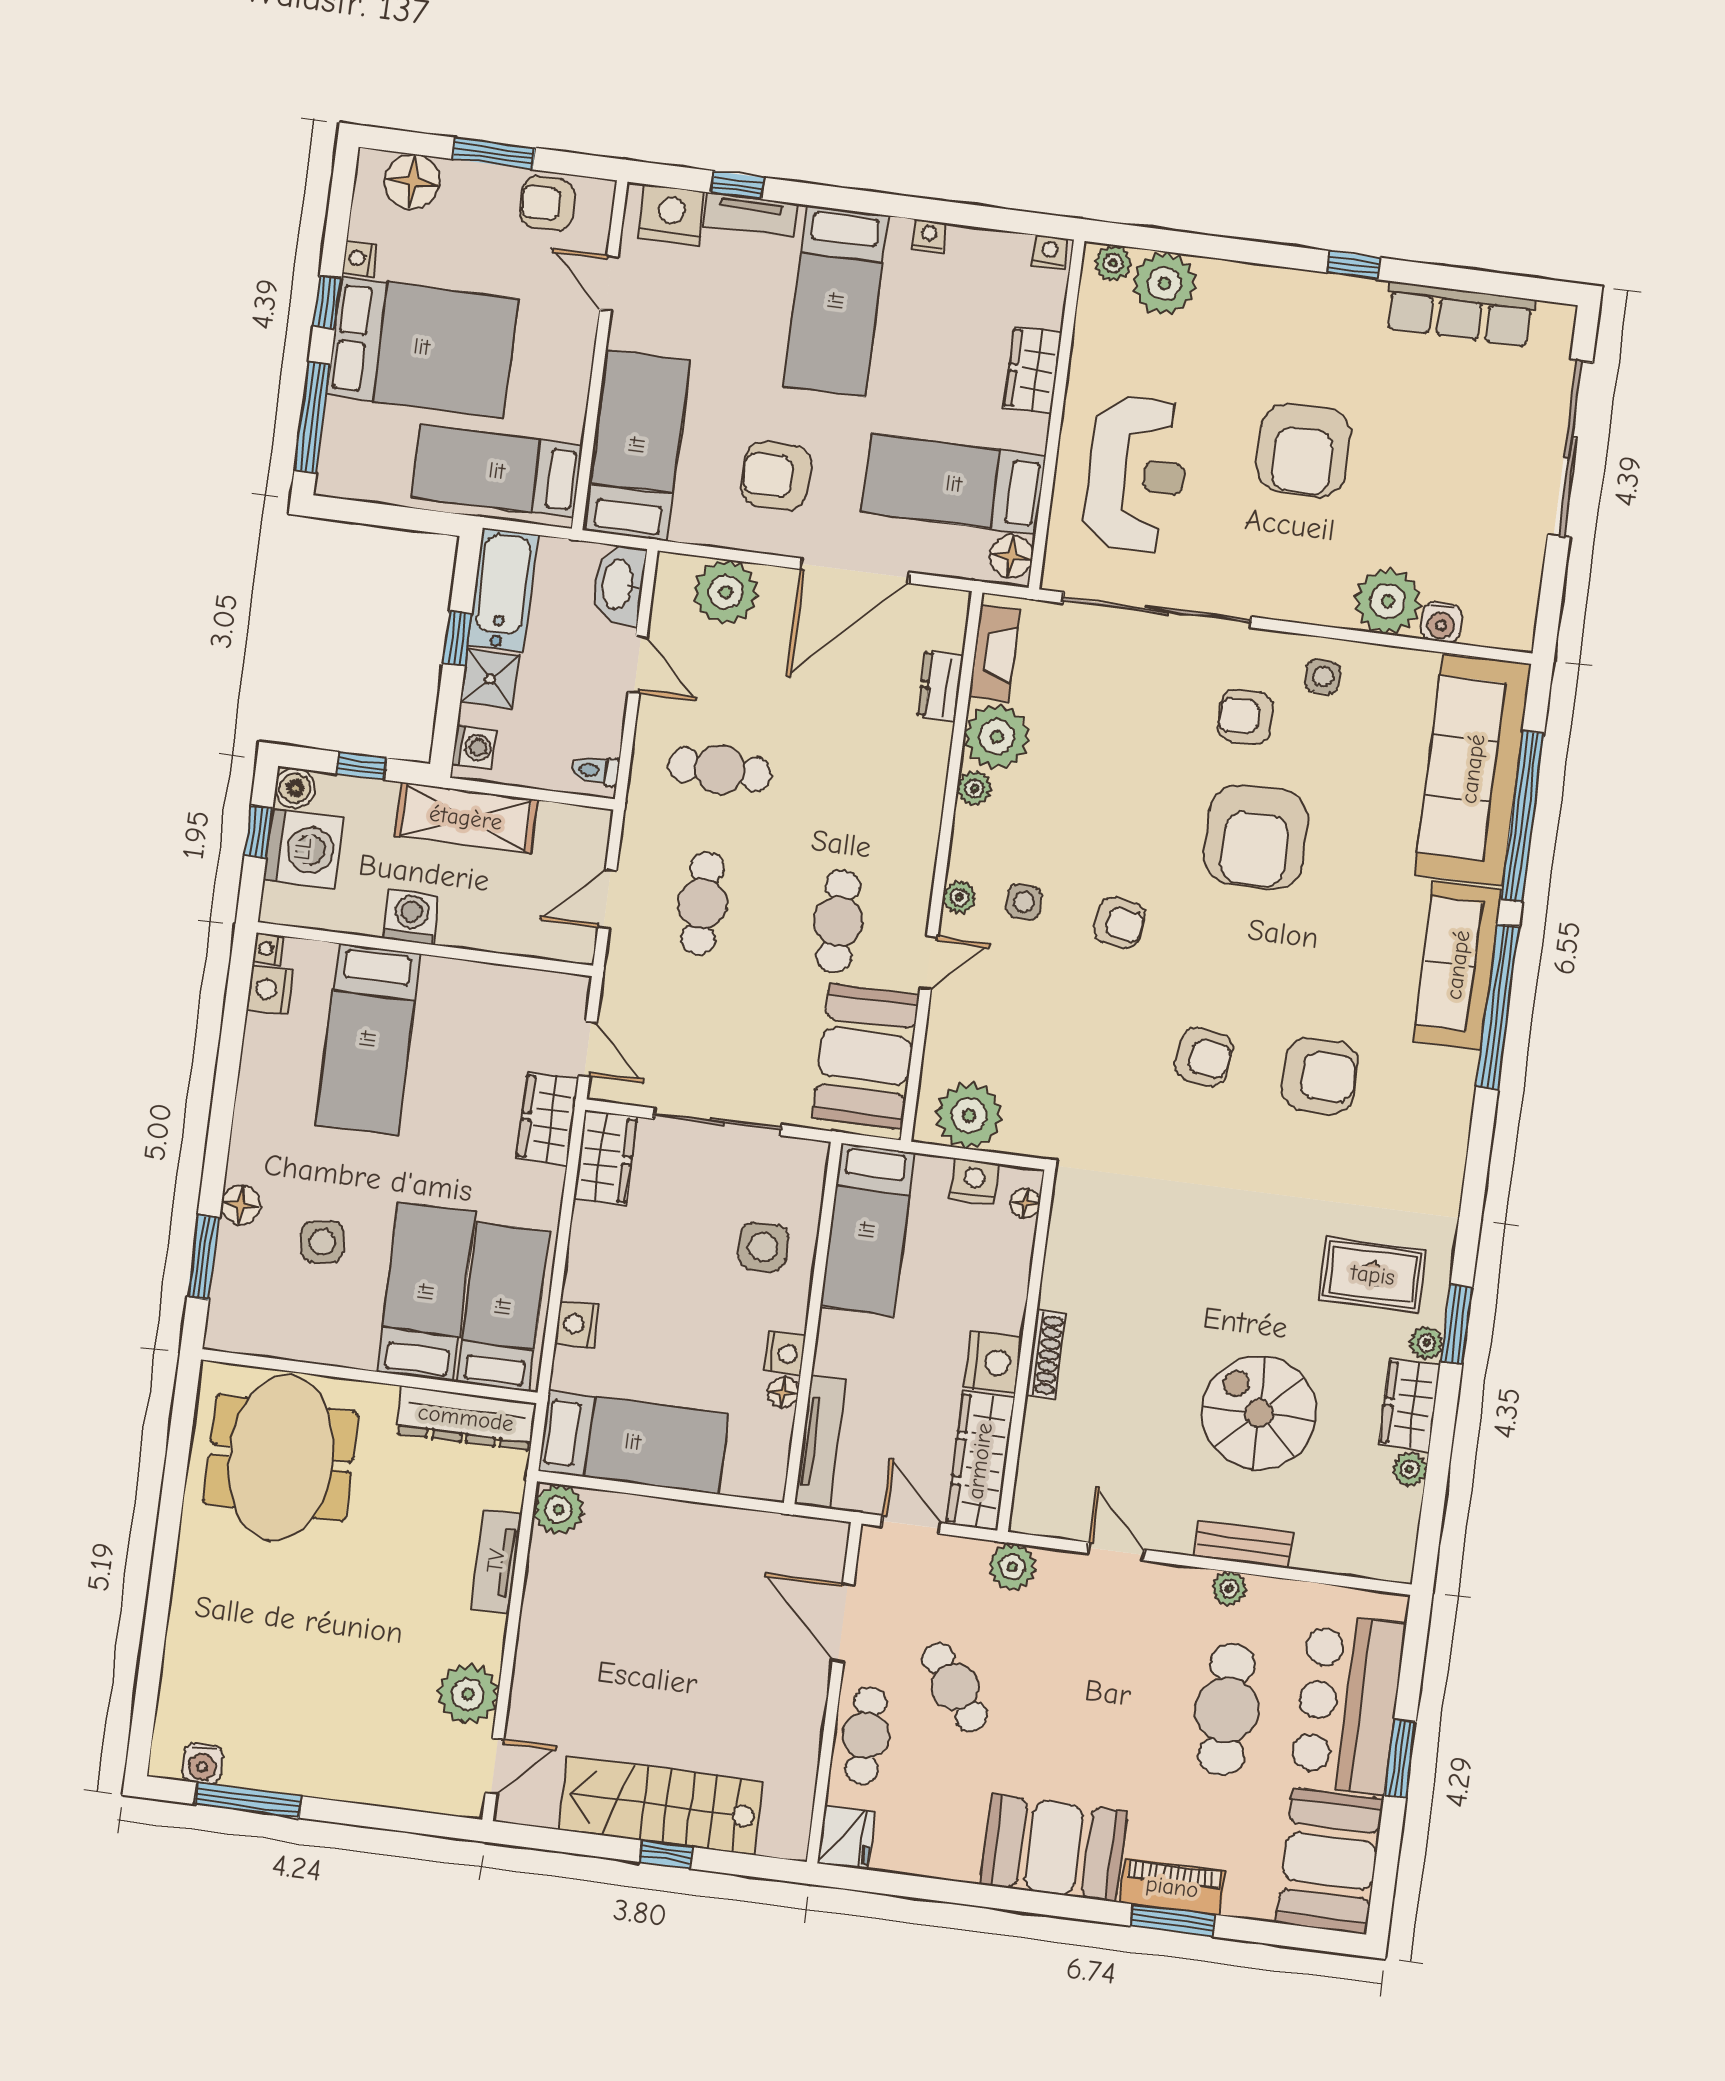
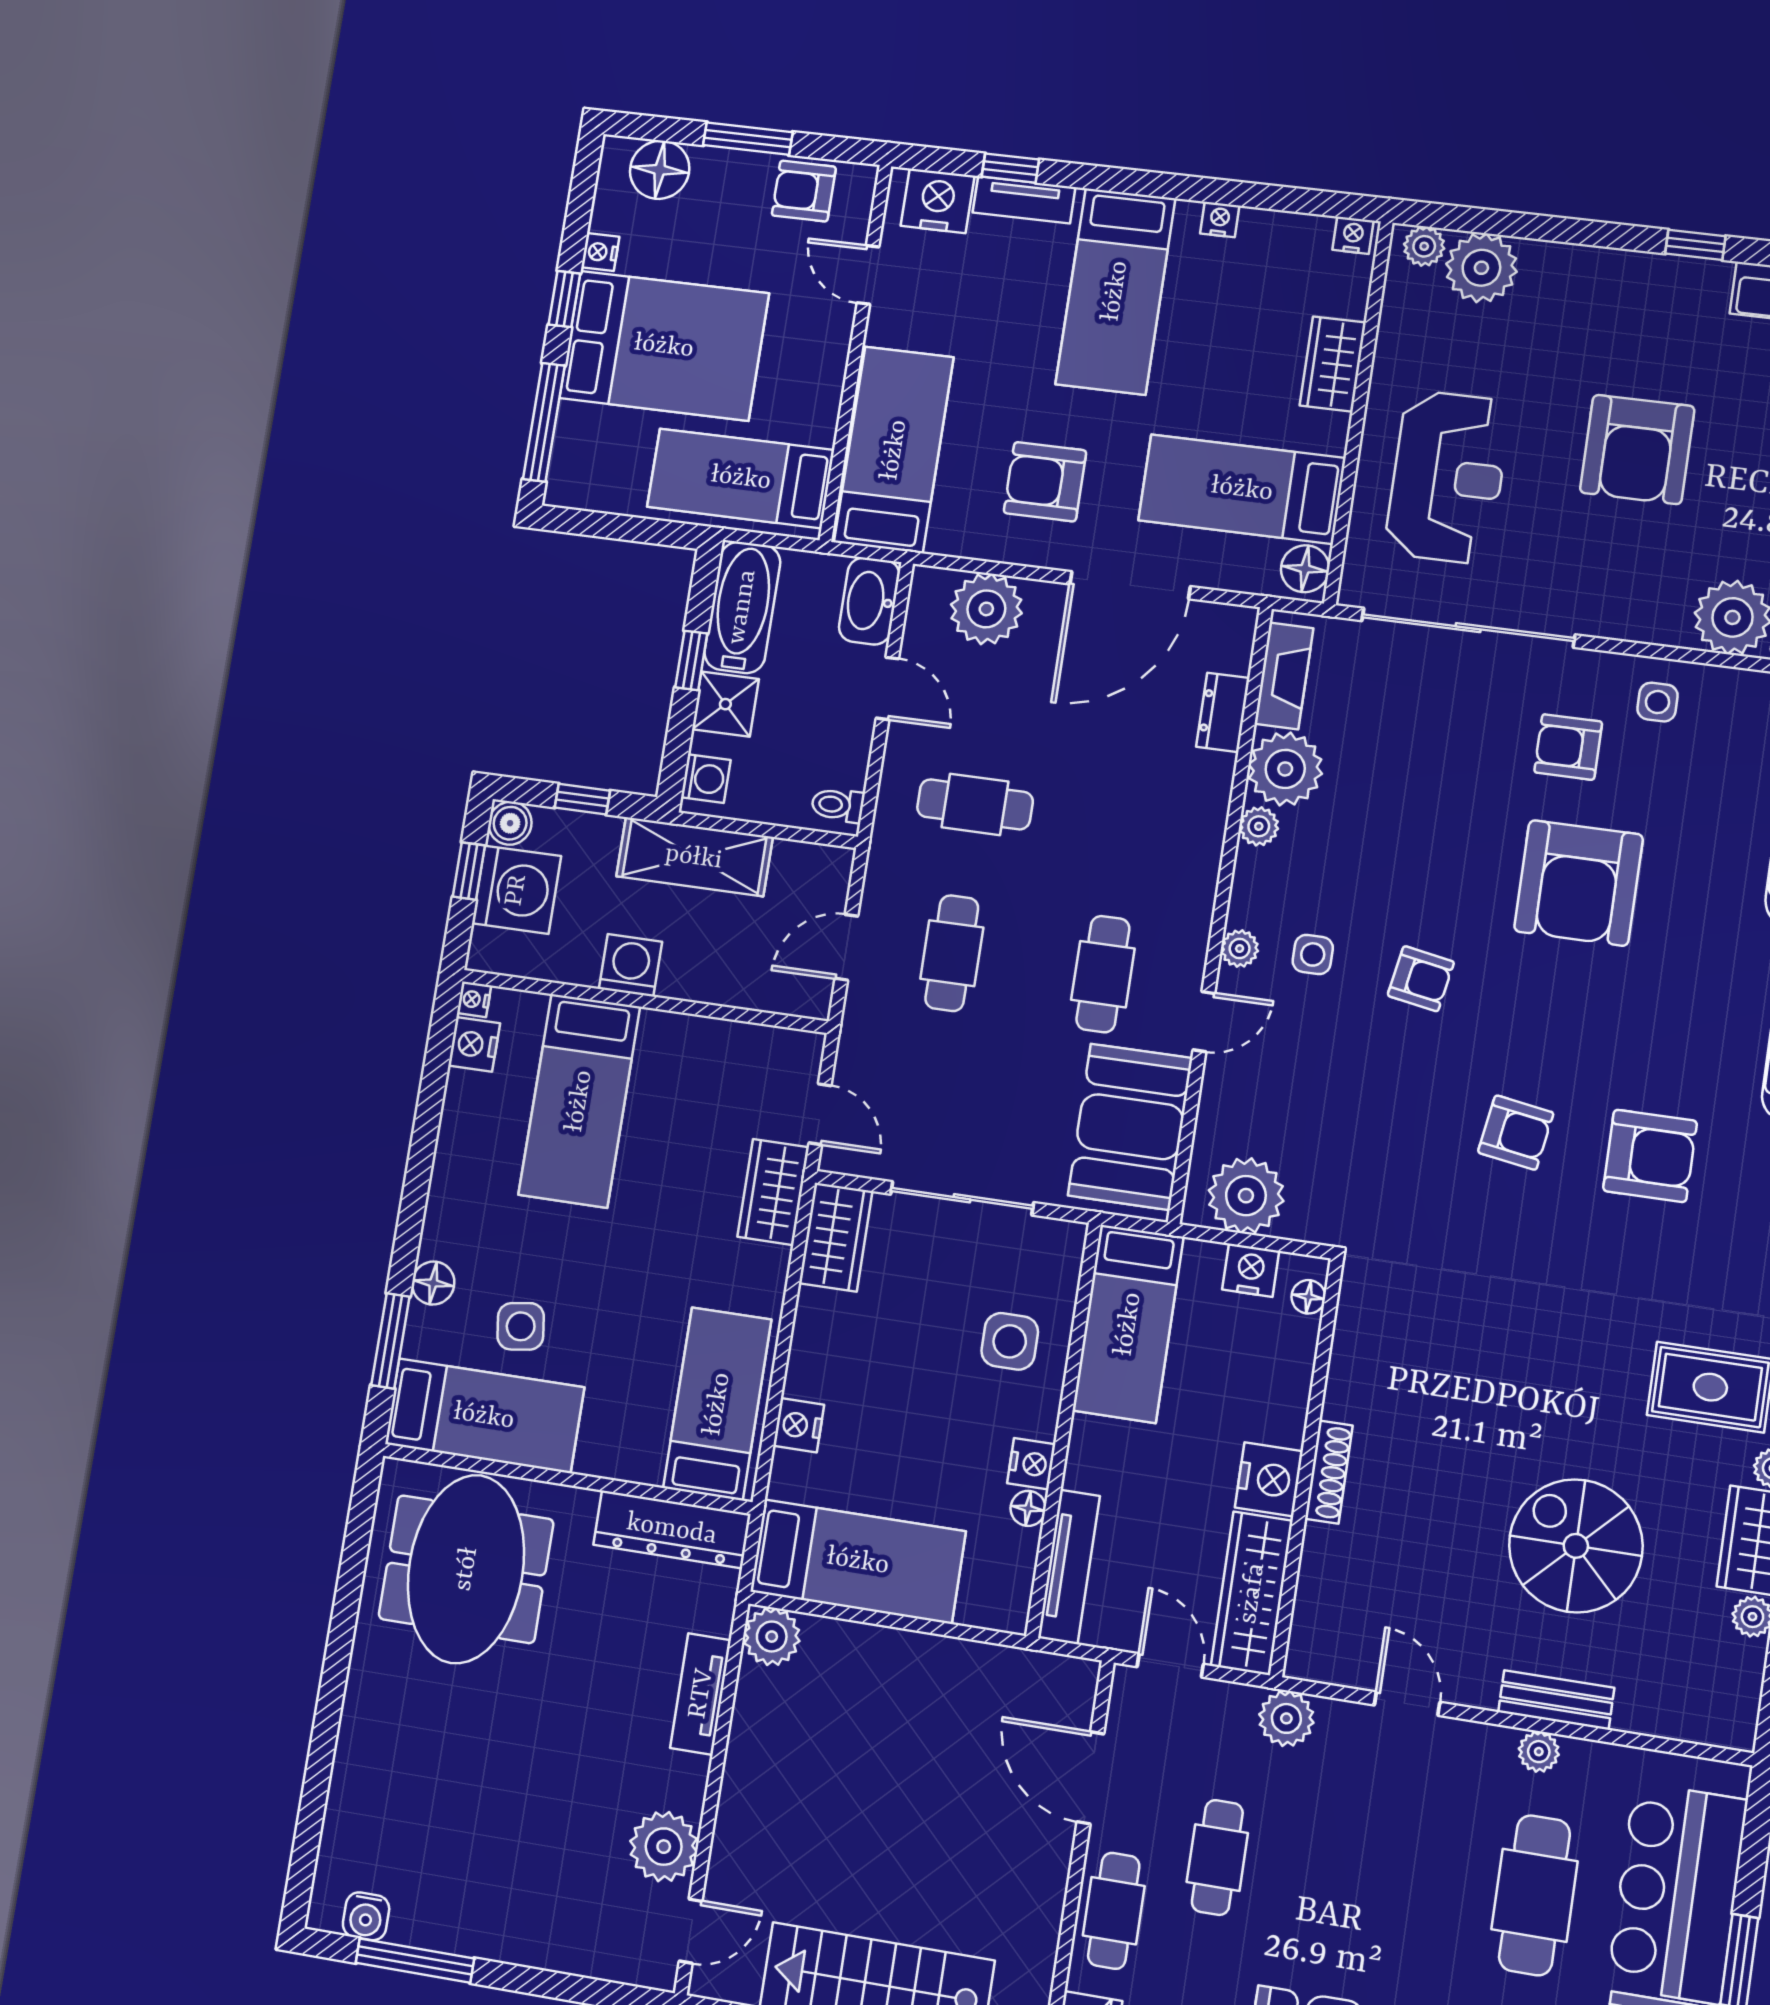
bed: (426, 1292) -> (484, 1416), moved, turned 90
cafe table: (955, 1687) -> (1217, 1857), turned 37

